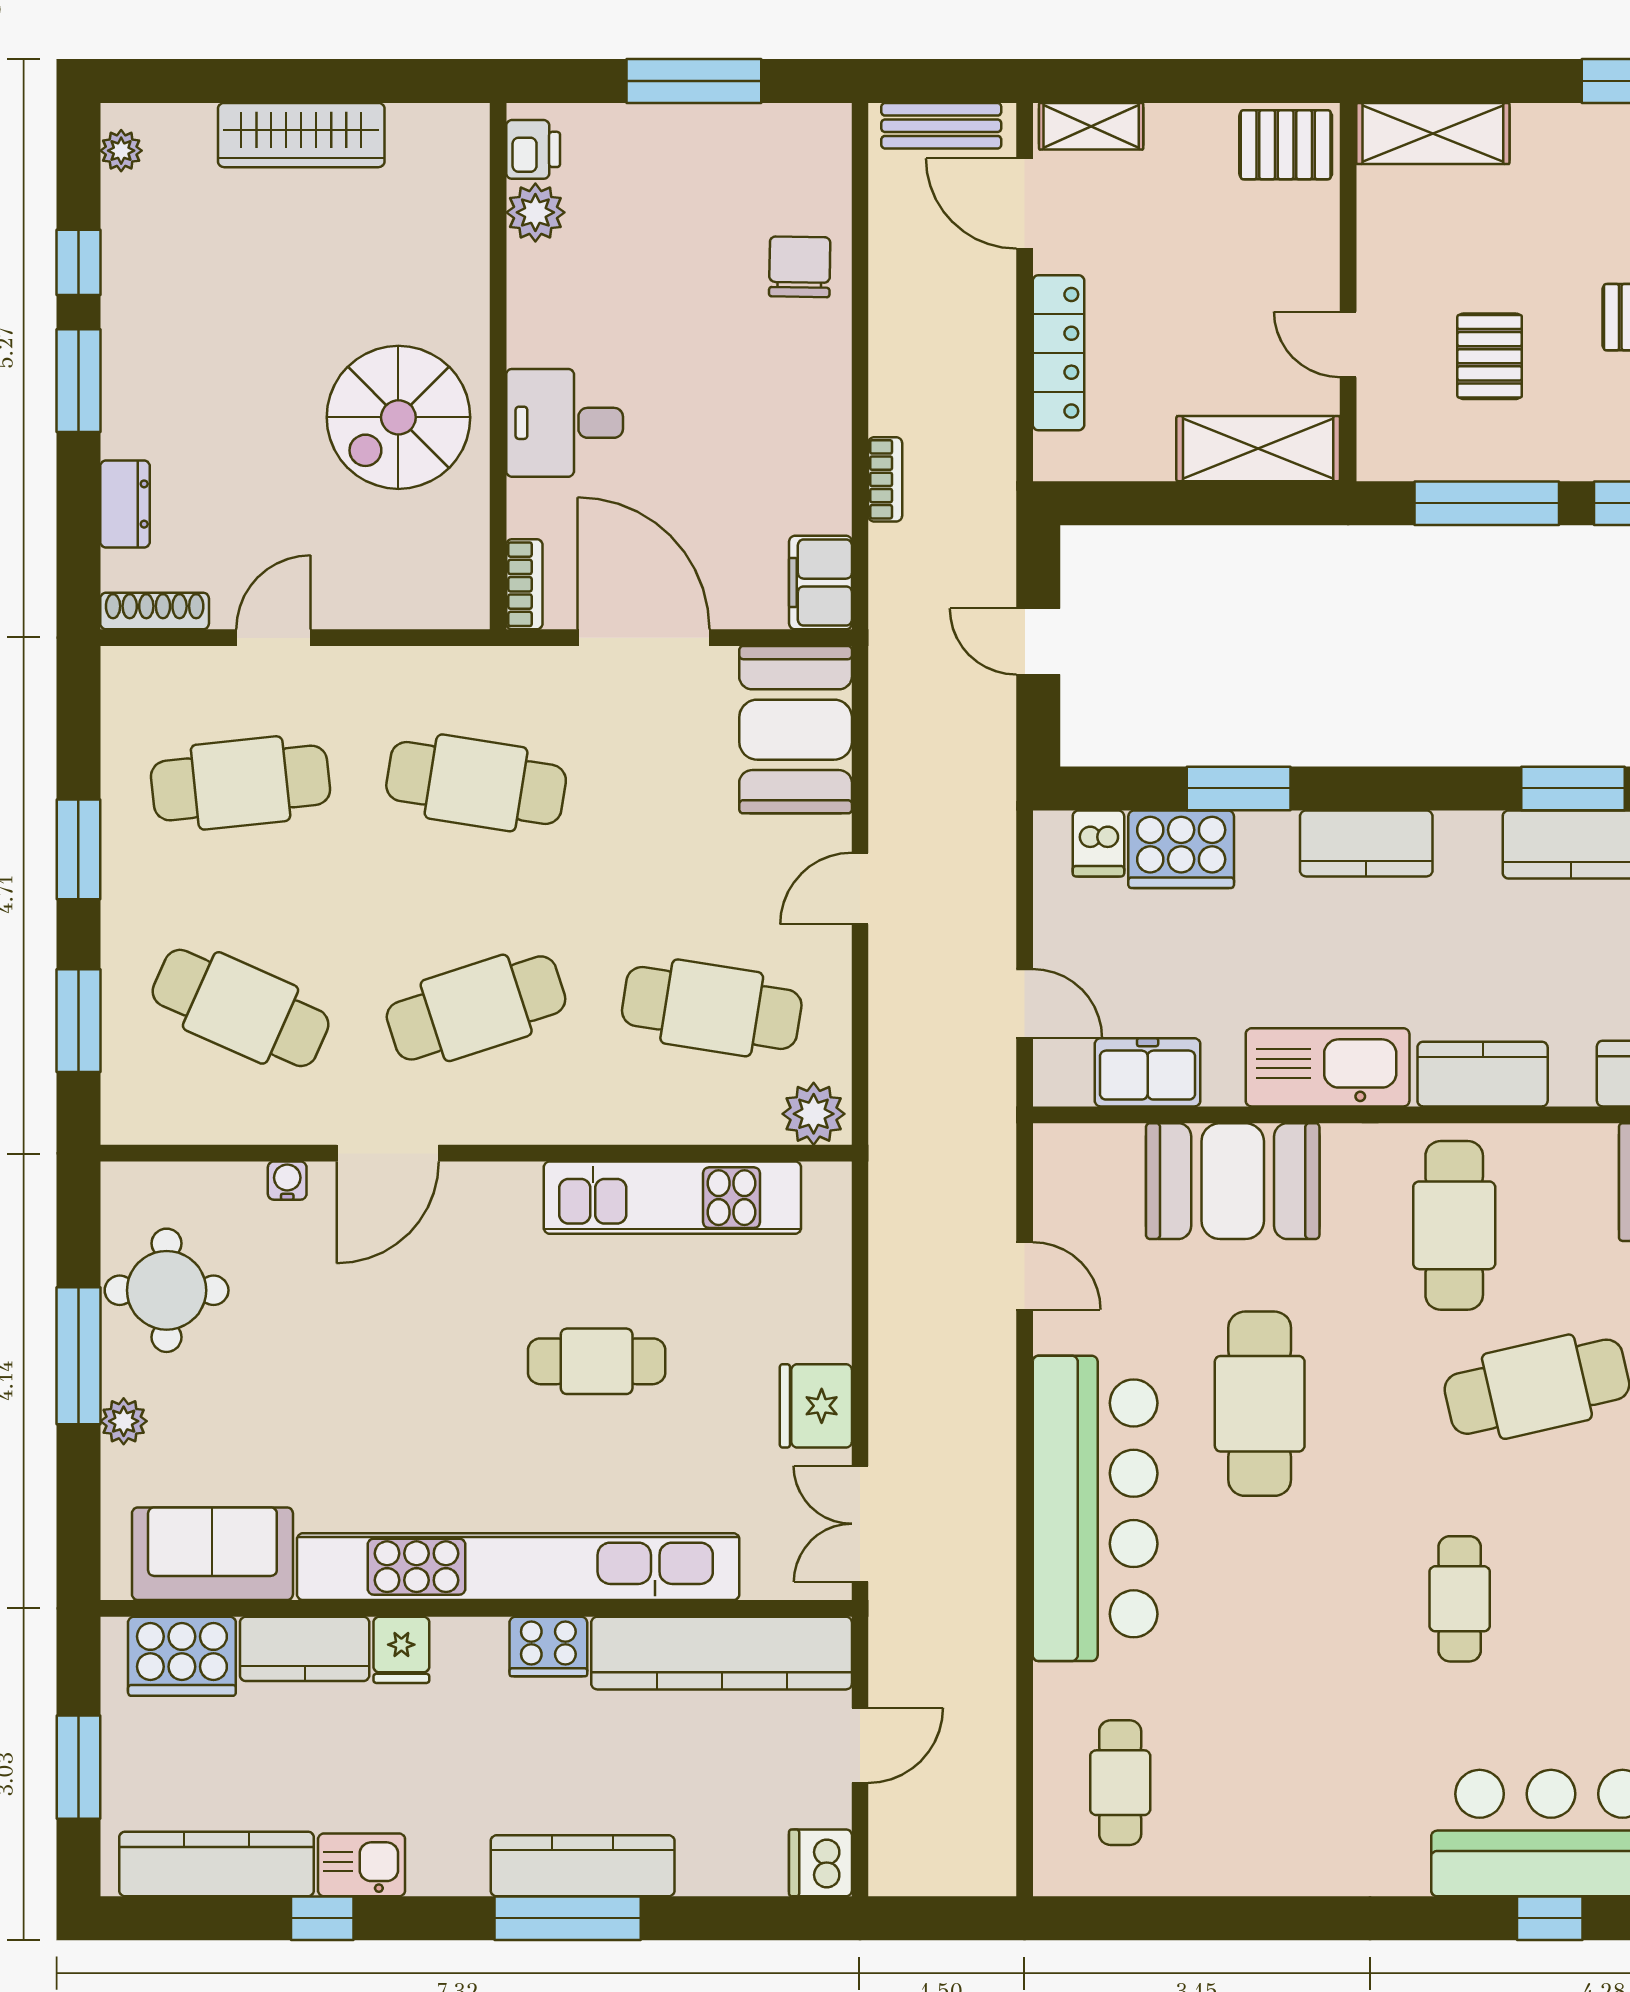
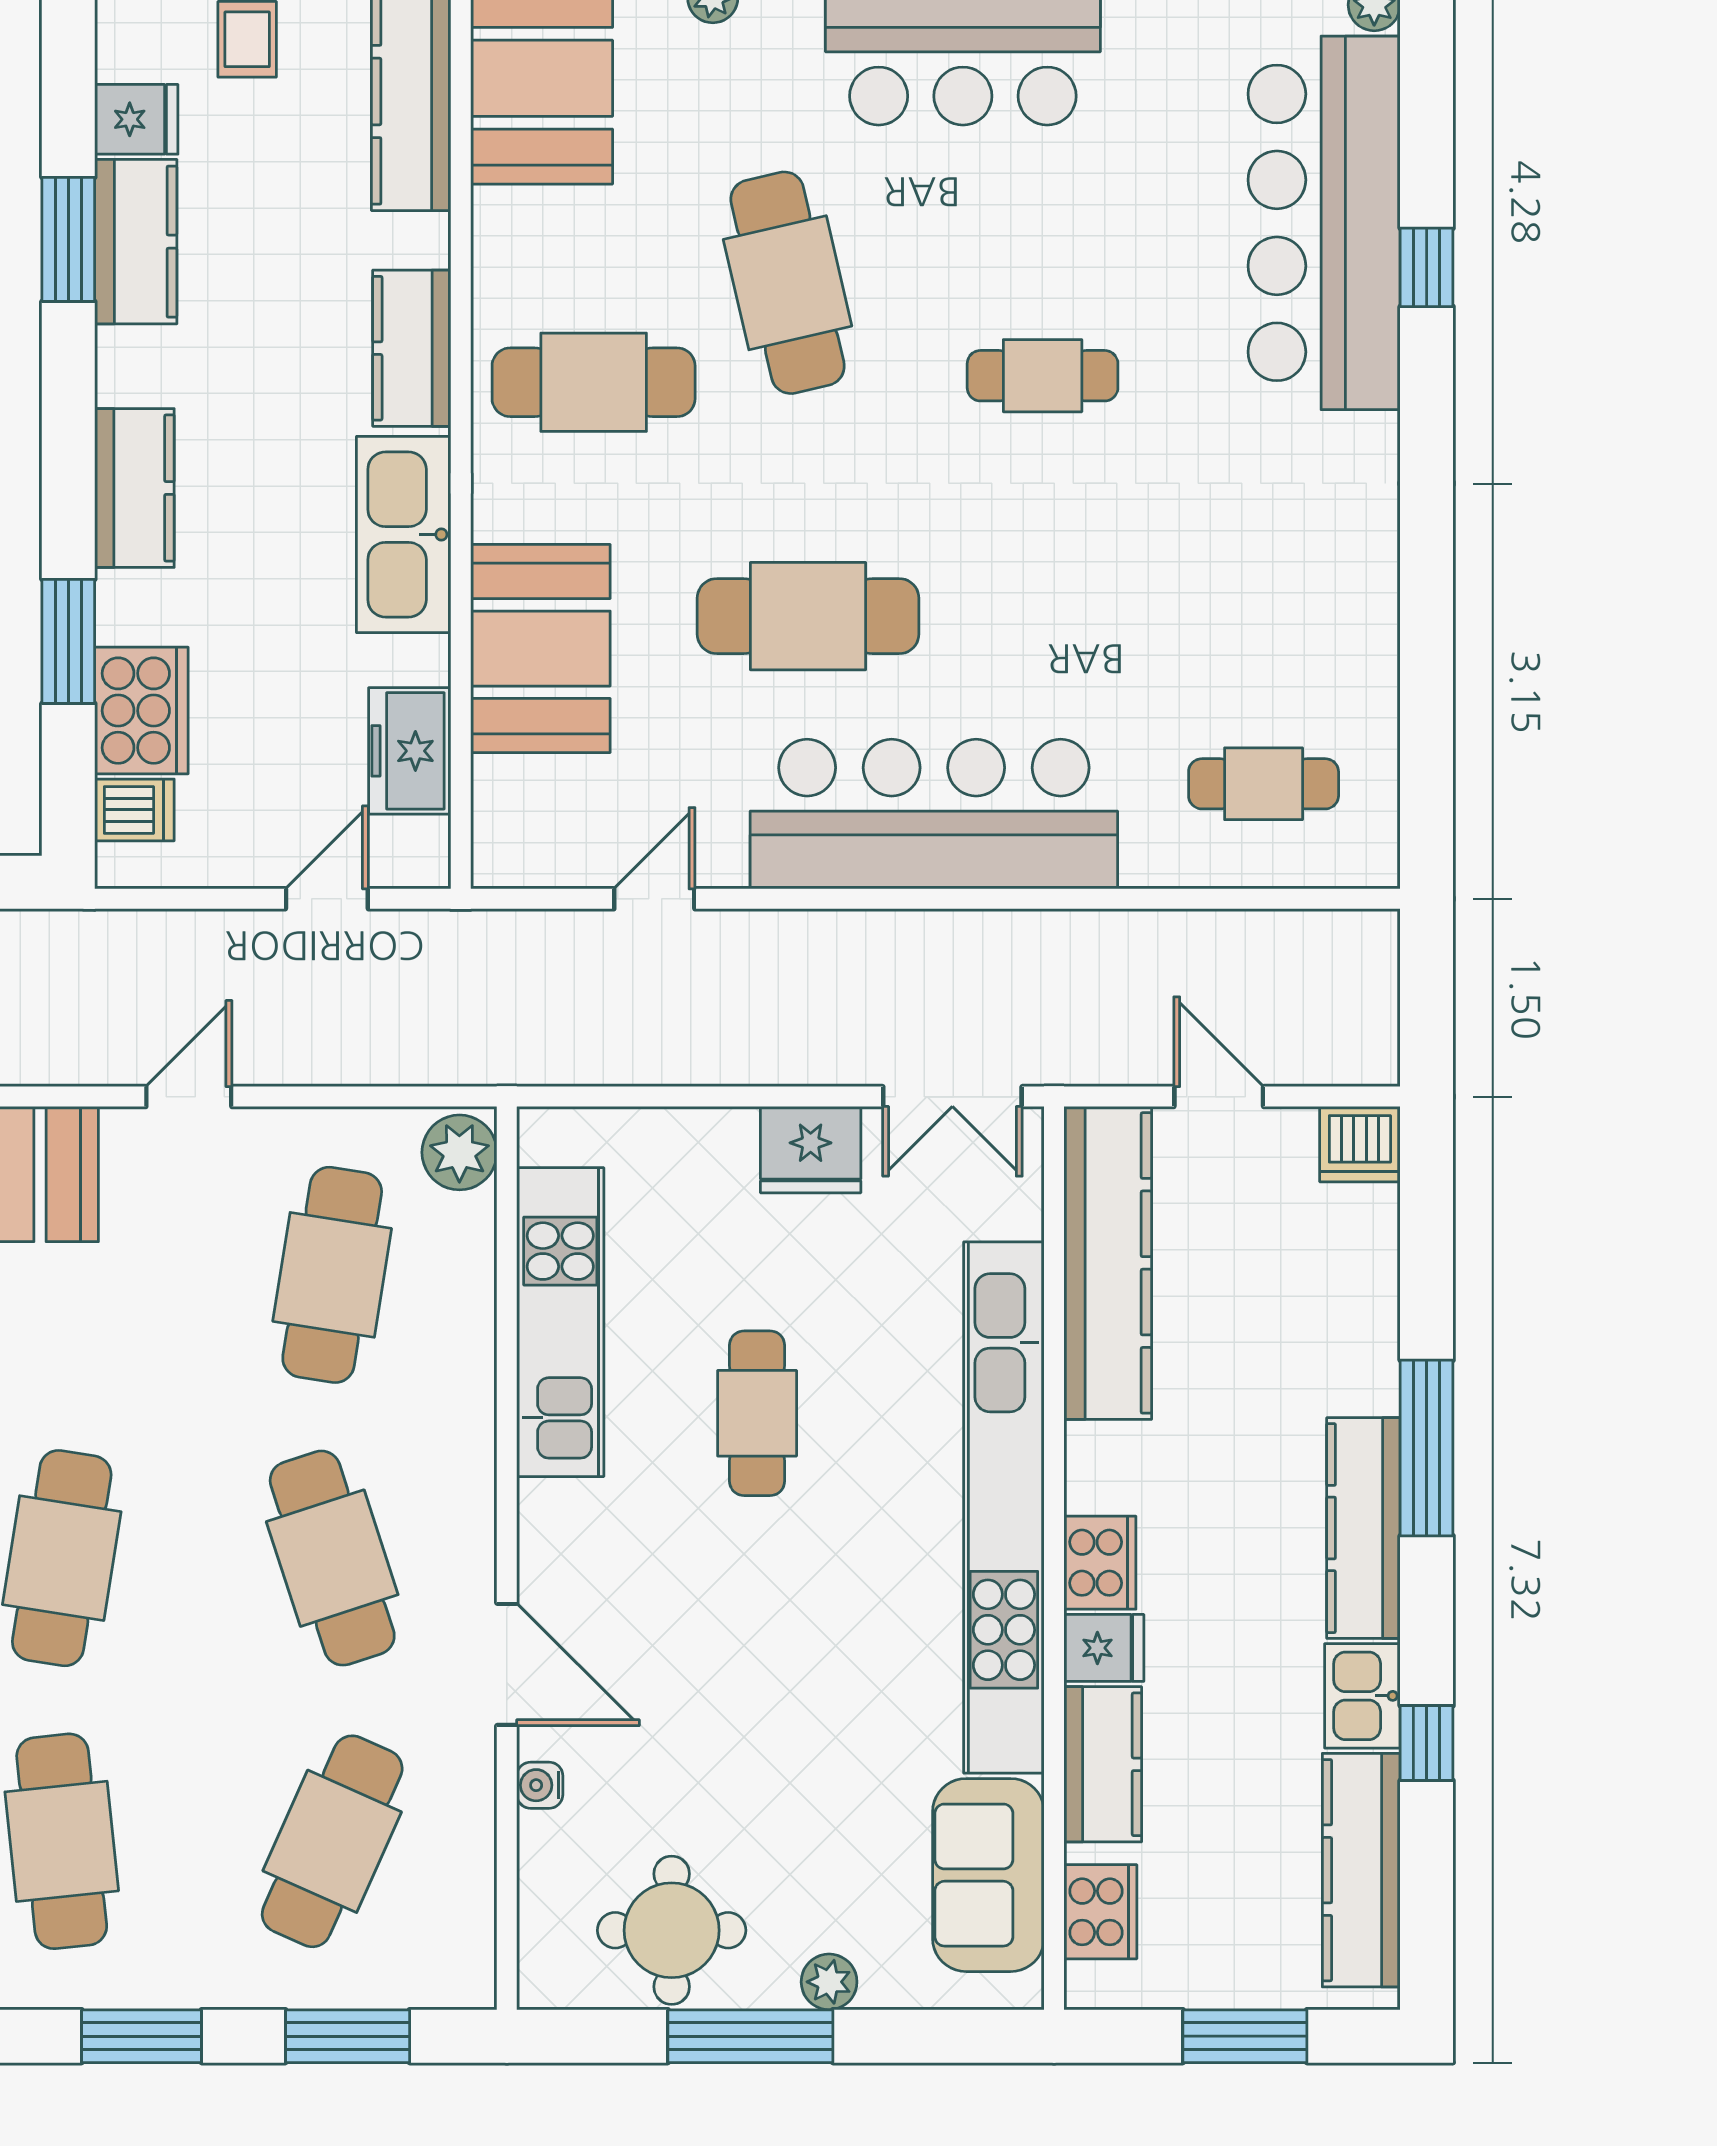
door: (860, 889) -> (189, 1097), swing flipped
cooker: (548, 1647) -> (1100, 1563), moved
cooker: (182, 1656) -> (1100, 1912), width x0.73, depth x0.76
kitchen counter: (583, 1866) -> (1363, 1528), moved

